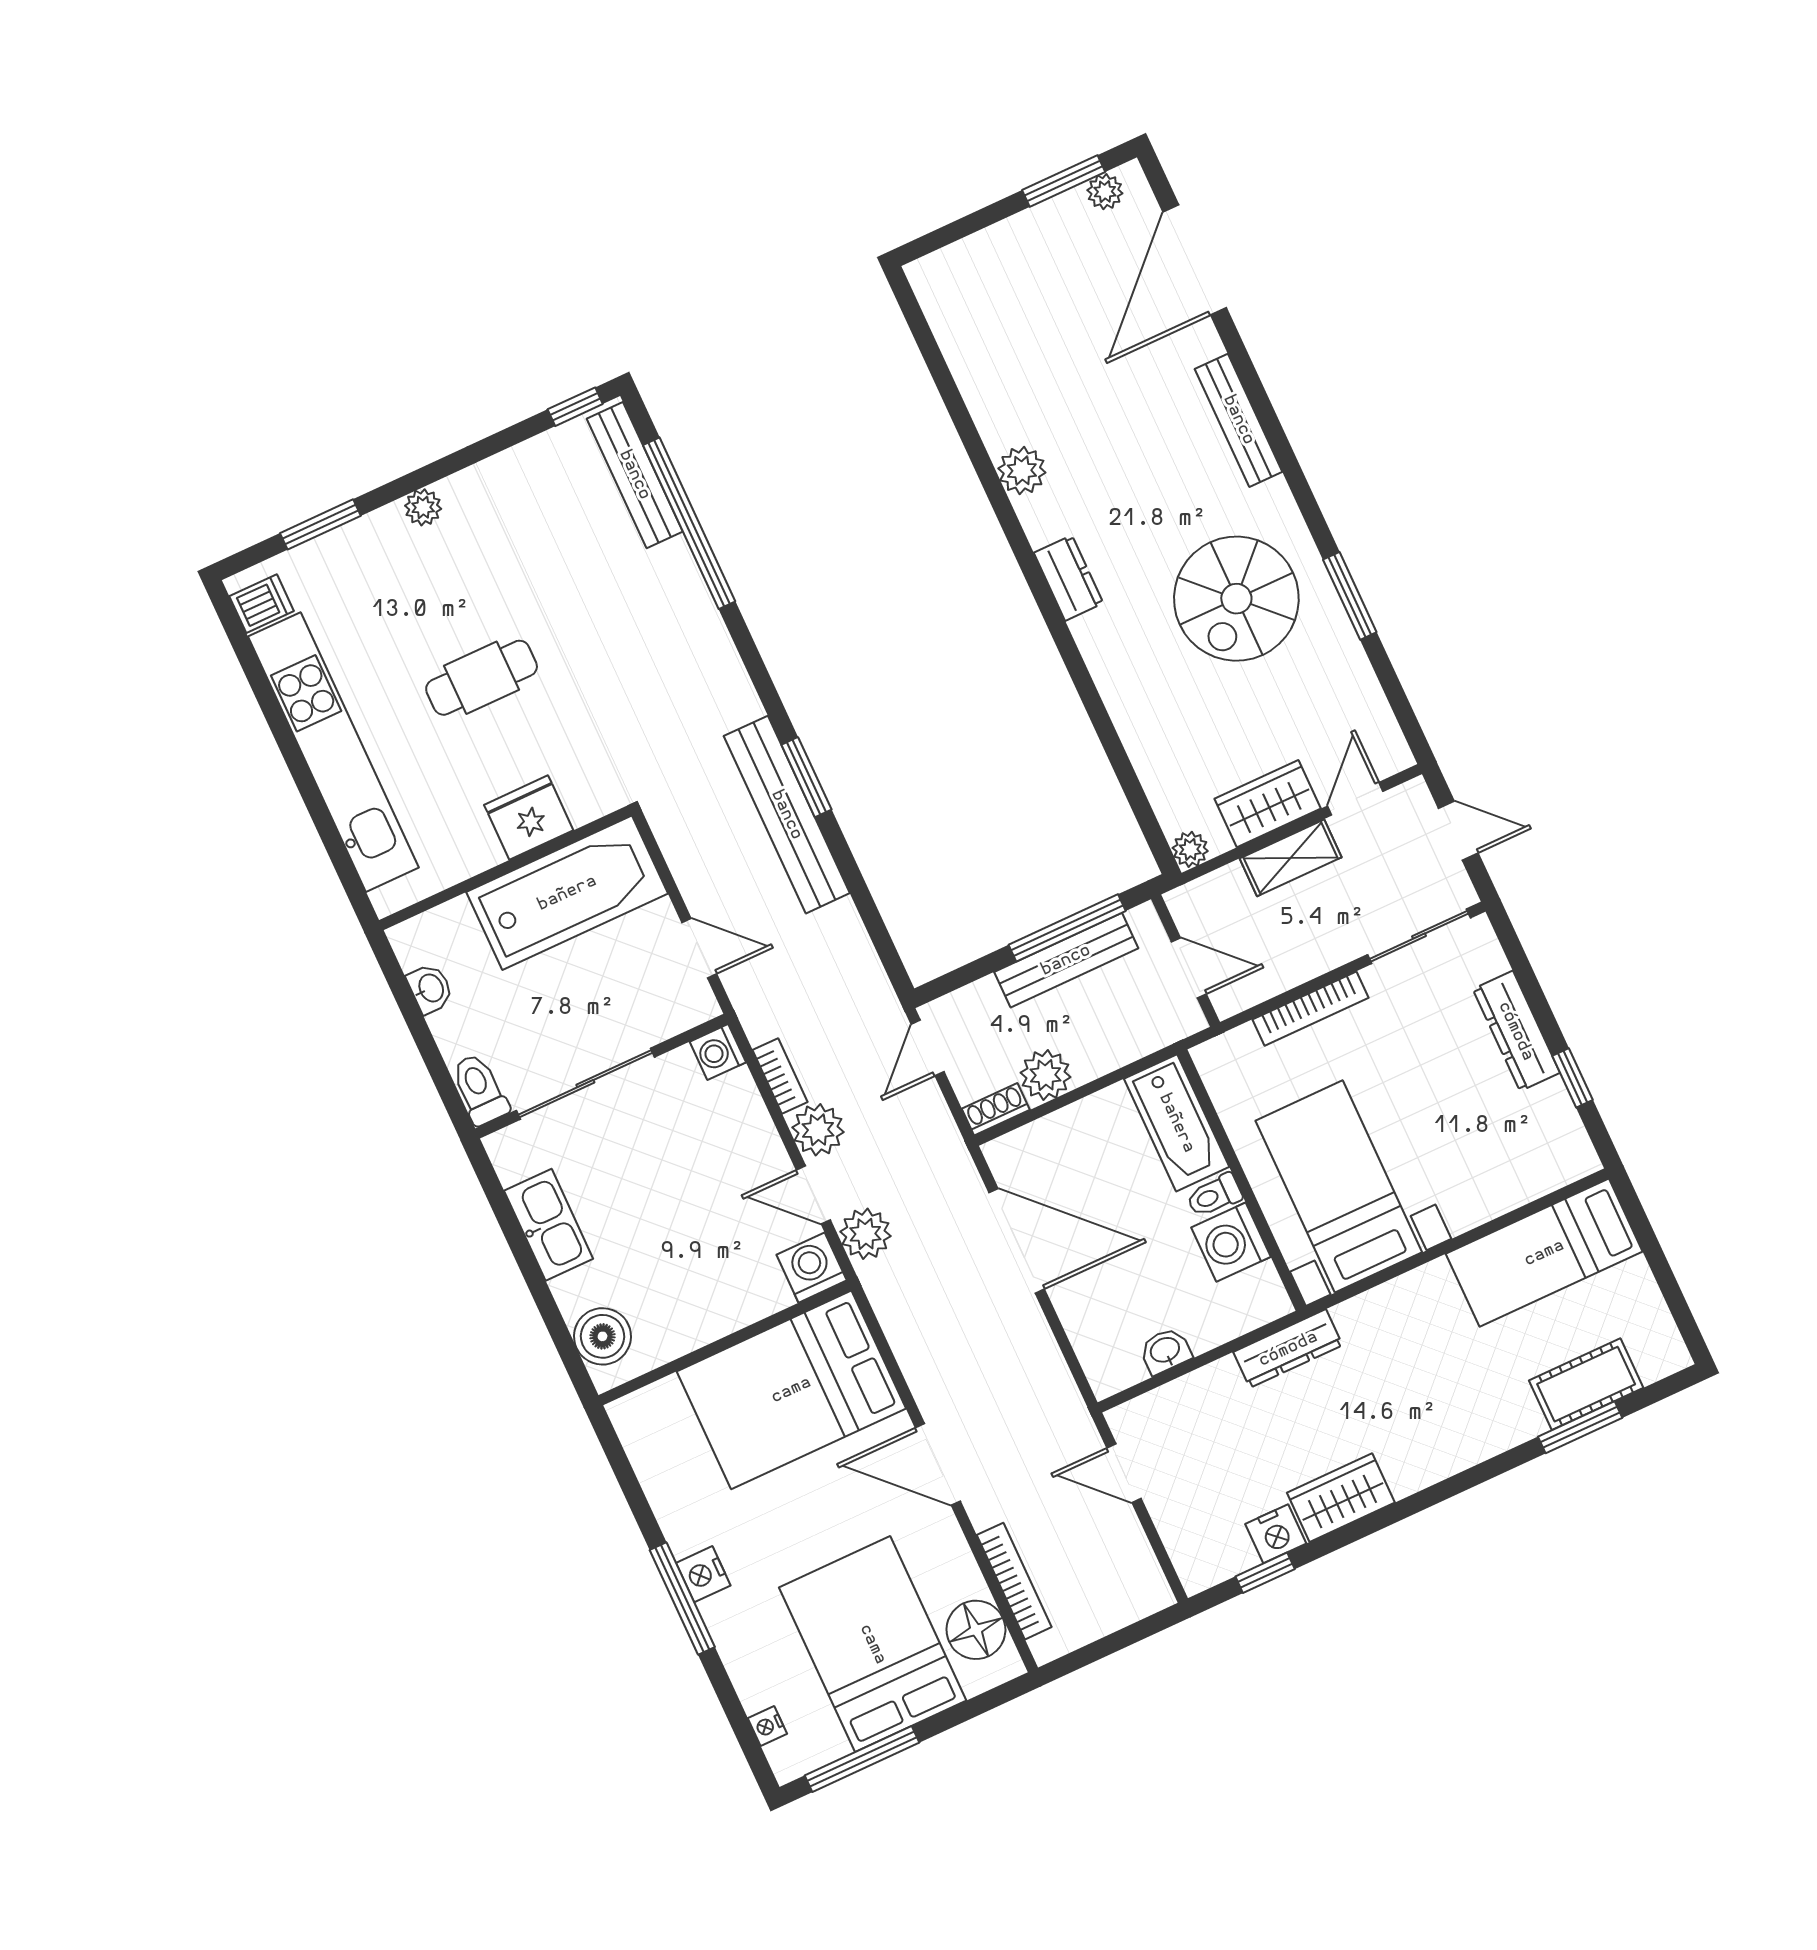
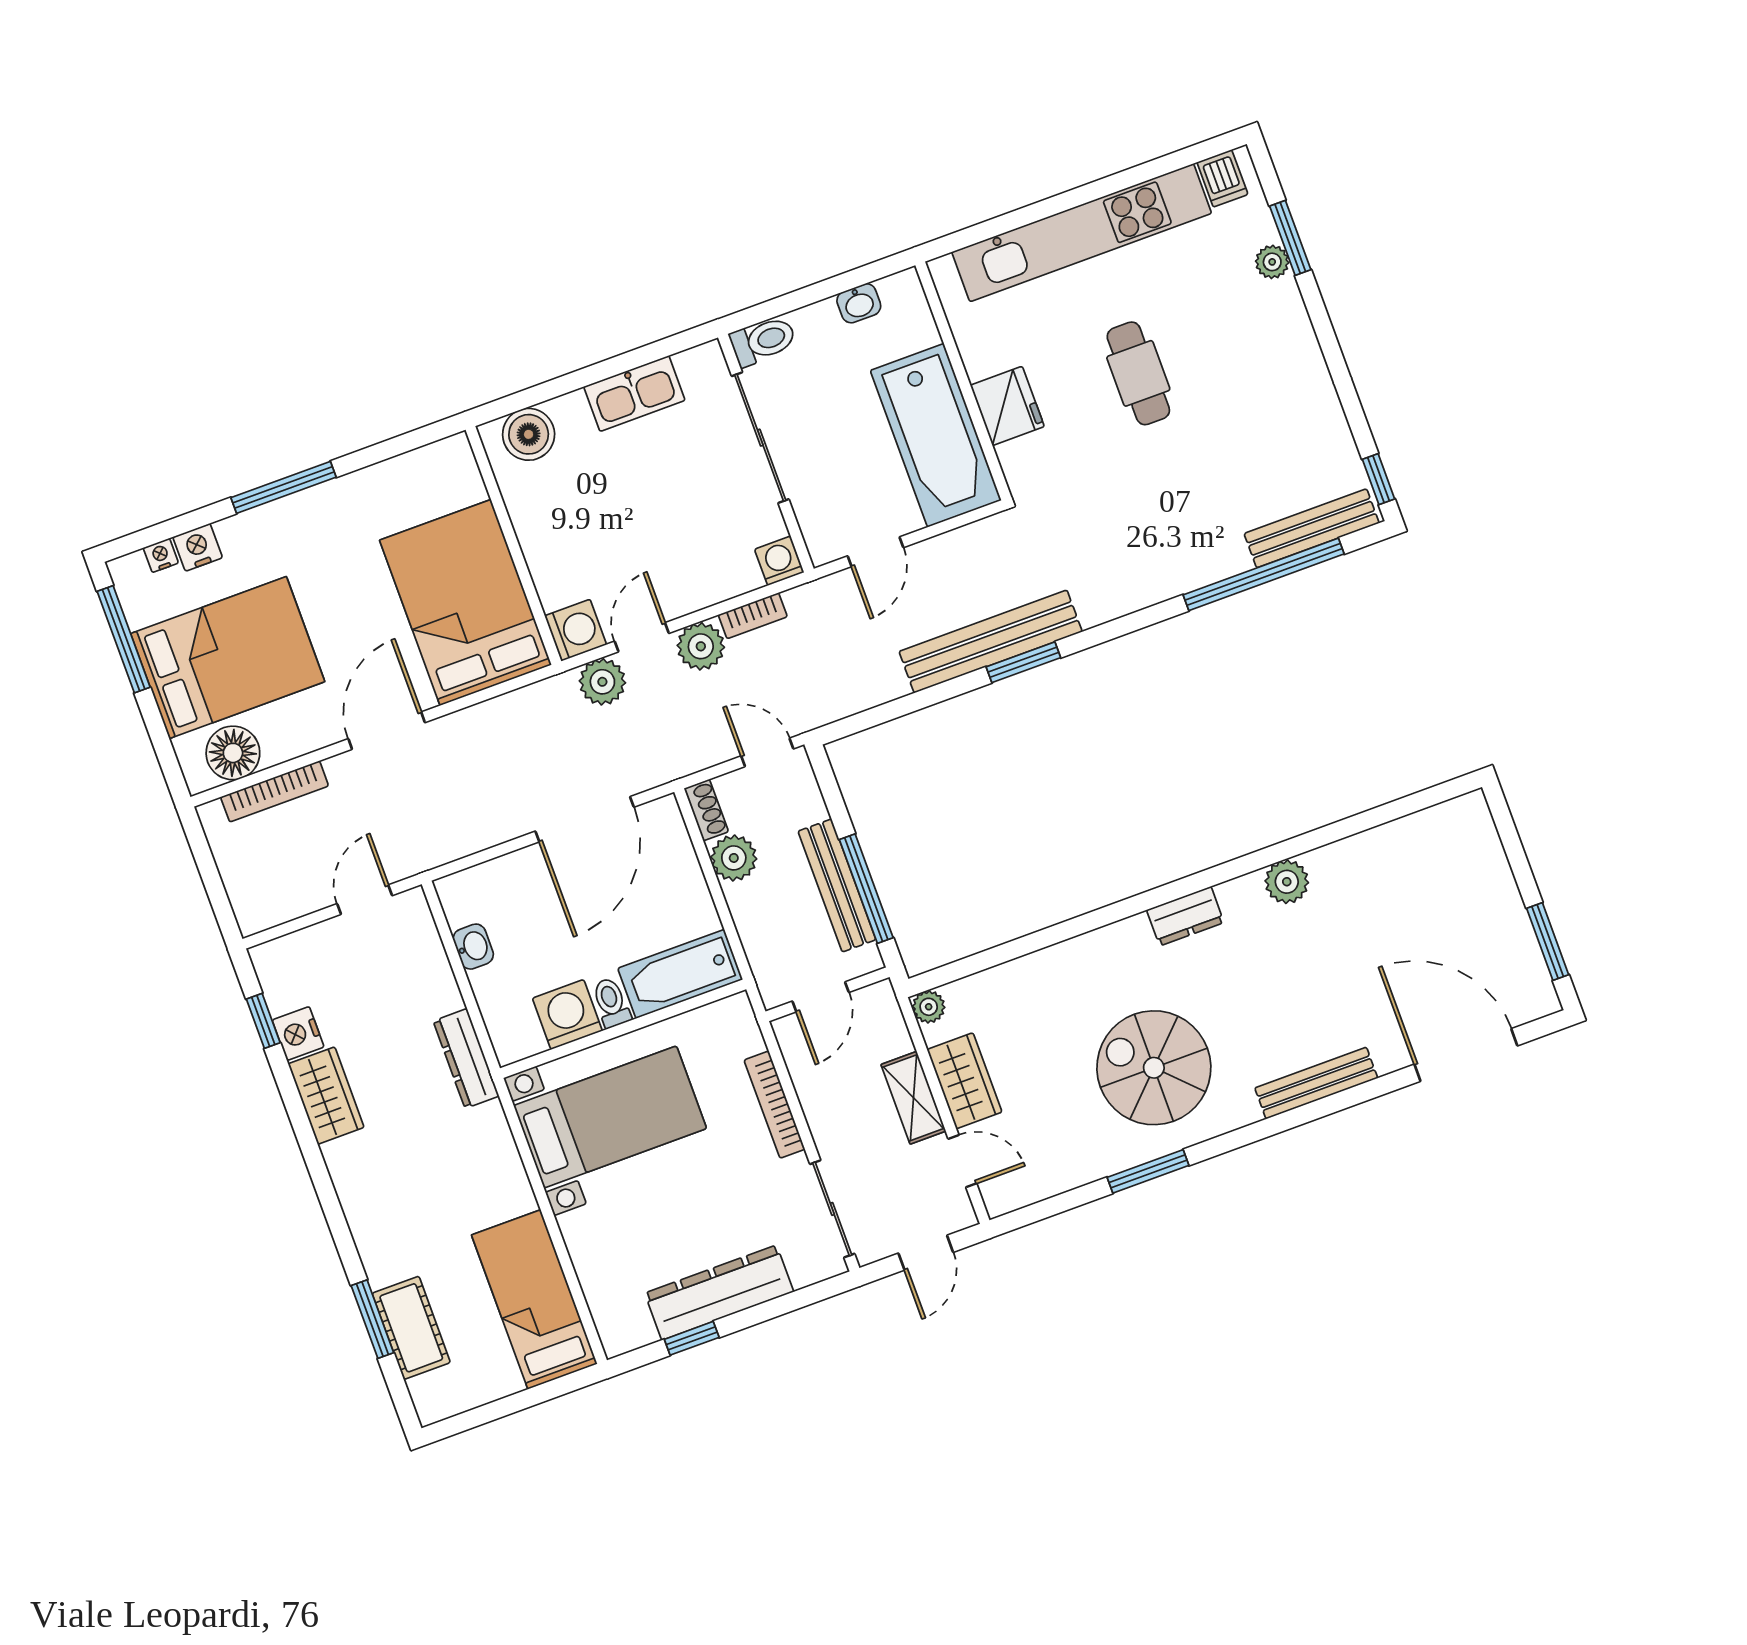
plant: (1105, 192) -> (1535, 978), removed
plant: (423, 507) -> (1272, 262), moved
dresser: (1516, 1031) -> (719, 1293), width x1.37, depth x1.24
nightstand: (703, 1574) -> (198, 547), moved

